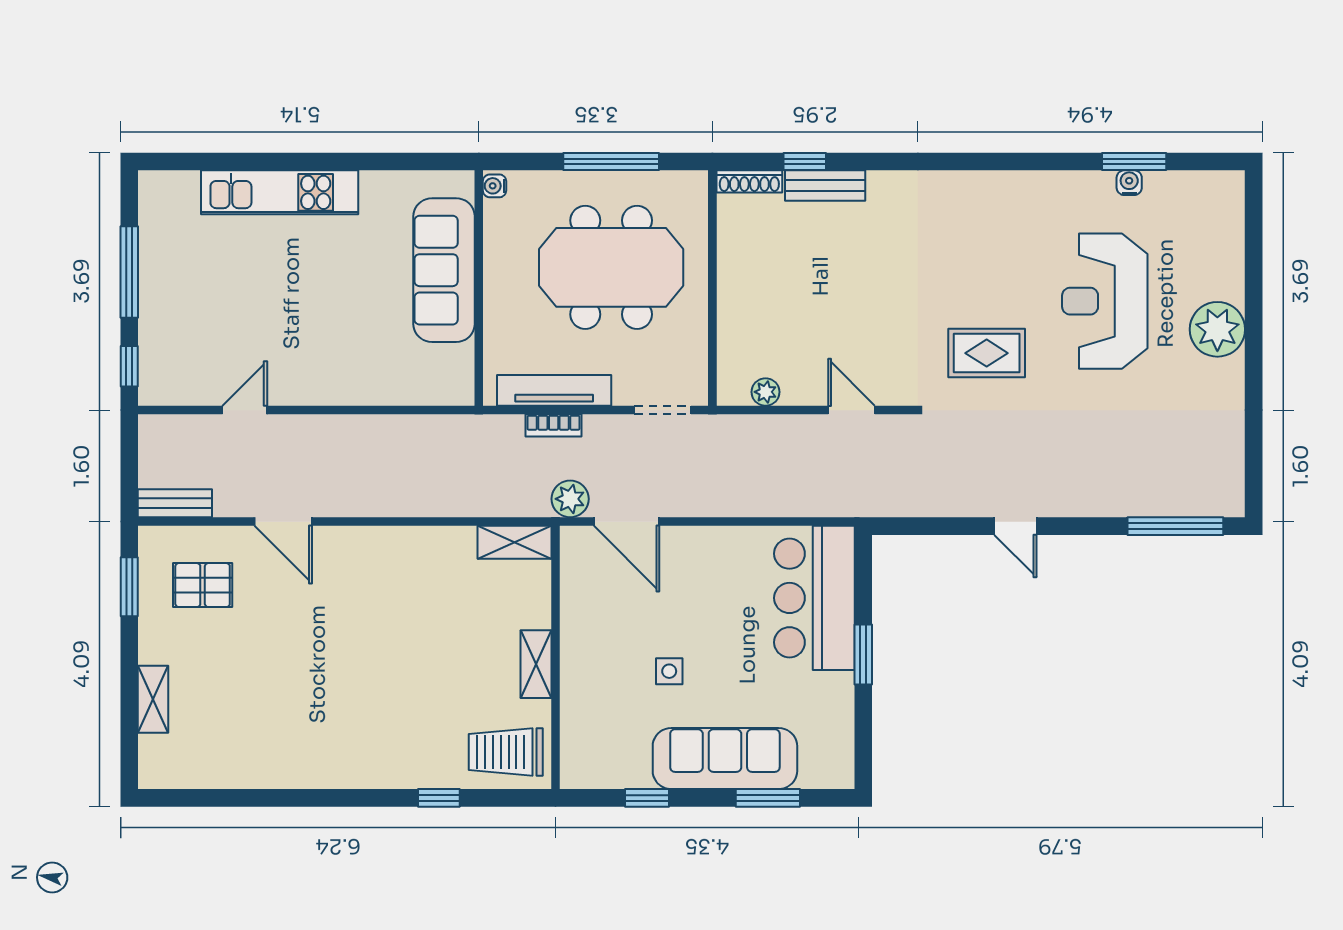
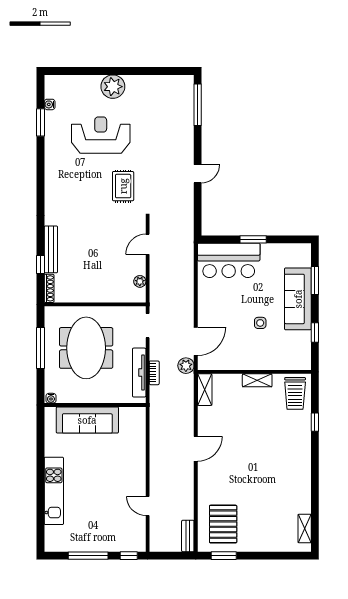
water cooler: (1129, 183) -> (50, 104), moved
bench: (825, 186) -> (51, 249), width x1.36
reception desk: (1105, 301) -> (101, 135), turned 180
door: (283, 522) -> (196, 449), moved
pallet: (203, 585) -> (223, 524), width x1.50, depth x1.42
shelving: (153, 699) -> (305, 529), moved, turned 90

